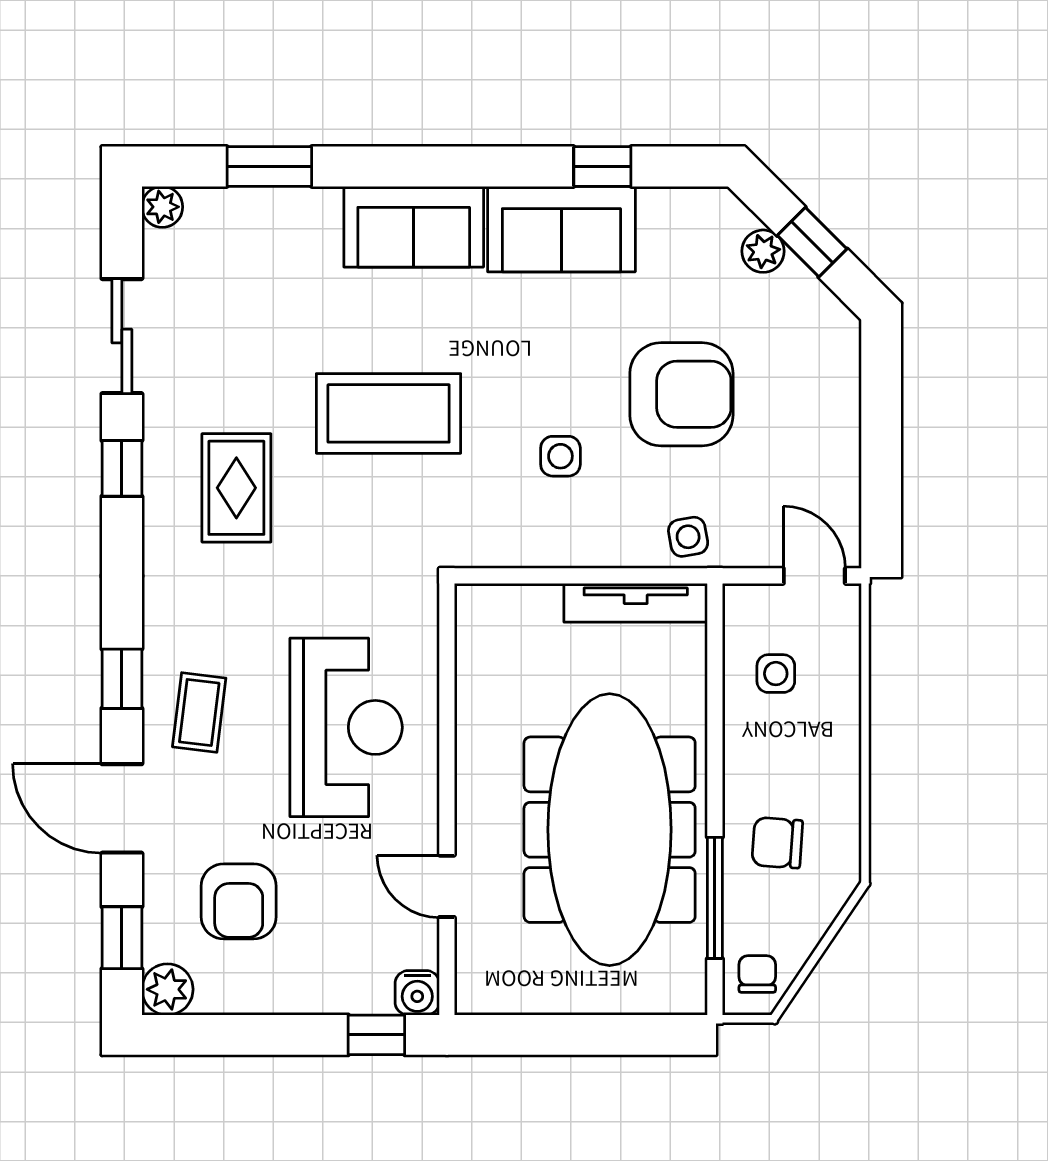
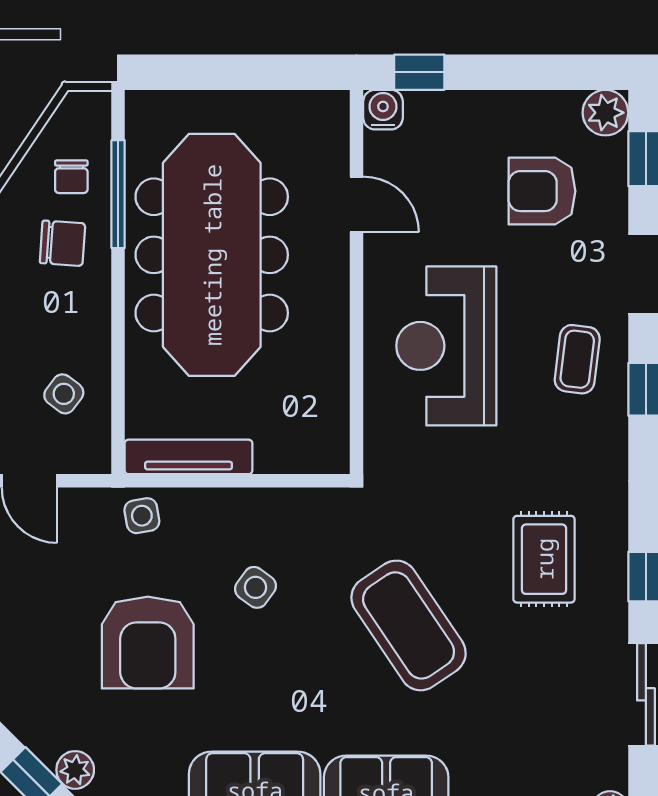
armchair: (681, 394) -> (148, 643), turned -90
coffee table: (389, 413) -> (409, 625), turned 56
side table: (560, 456) -> (255, 587), turned 36
side table: (776, 674) -> (64, 394), turned 37
armchair: (239, 901) -> (542, 191), turned -90
chair: (757, 974) -> (71, 177), moved

